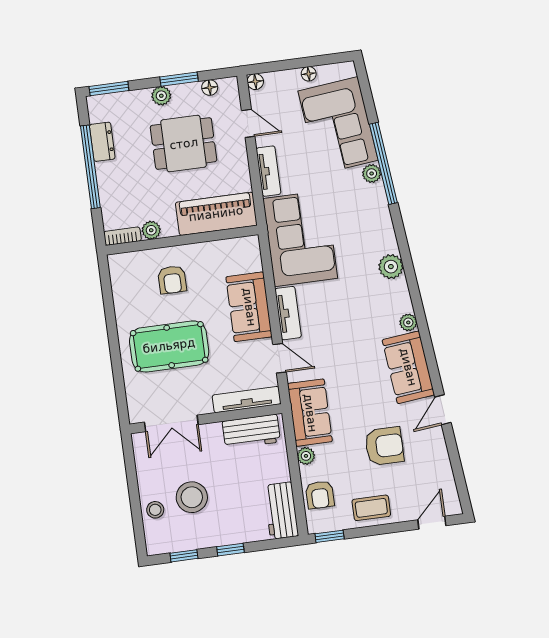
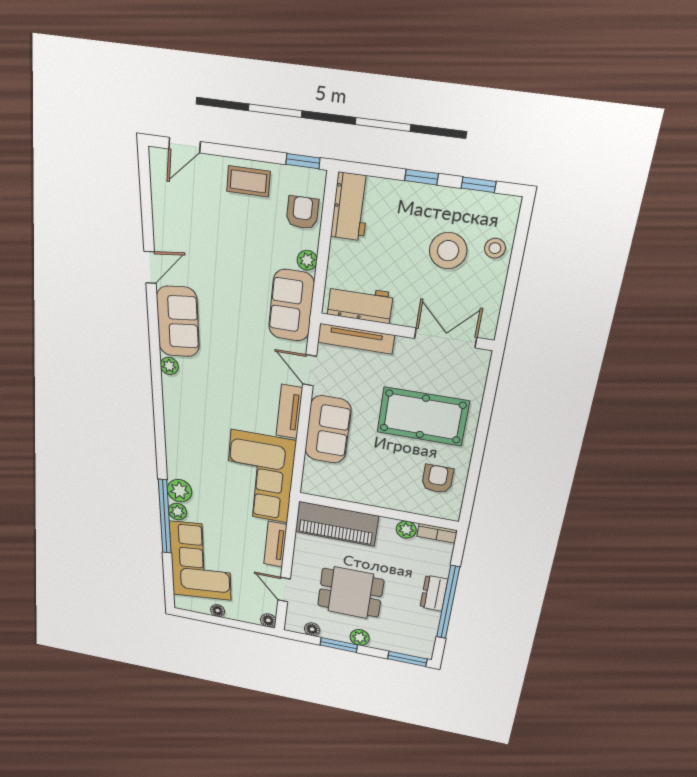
dresser: (102, 142) -> (434, 593), moved
plant: (391, 267) -> (179, 491), moved
armchair: (172, 280) -> (438, 479), moved
armchair: (384, 446) -> (220, 247), removed

